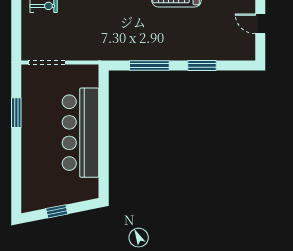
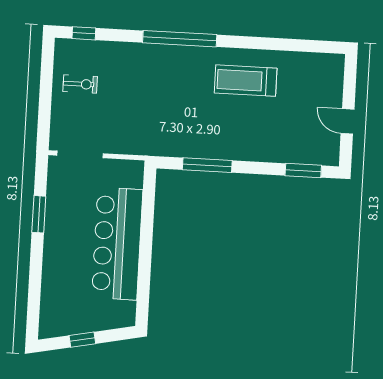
window: (202, 65) -> (303, 171), moved

